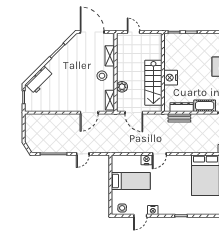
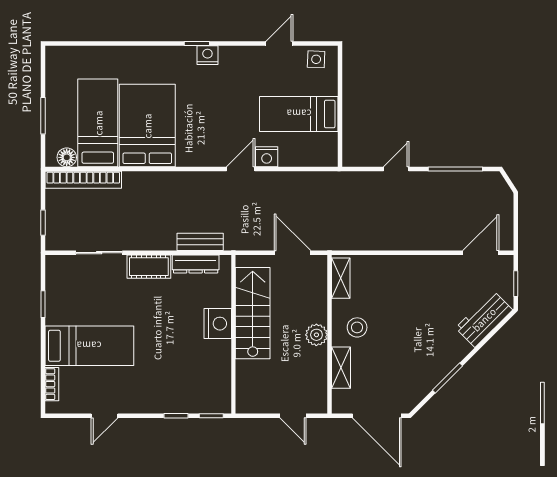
plant: (122, 87) -> (316, 335), moved
door: (89, 113) -> (481, 253), moved
nightstand: (153, 210) -> (207, 55), moved

